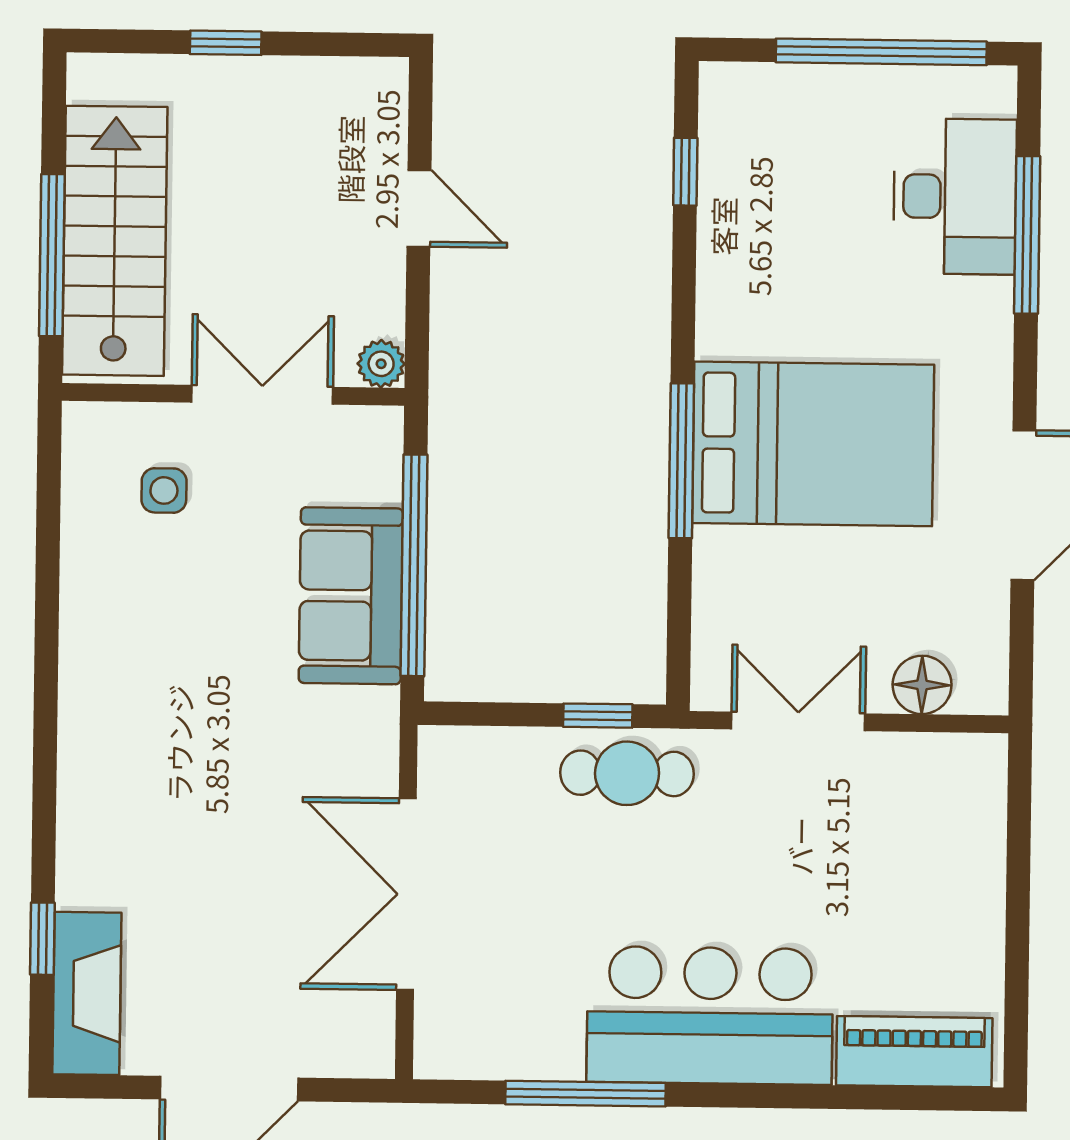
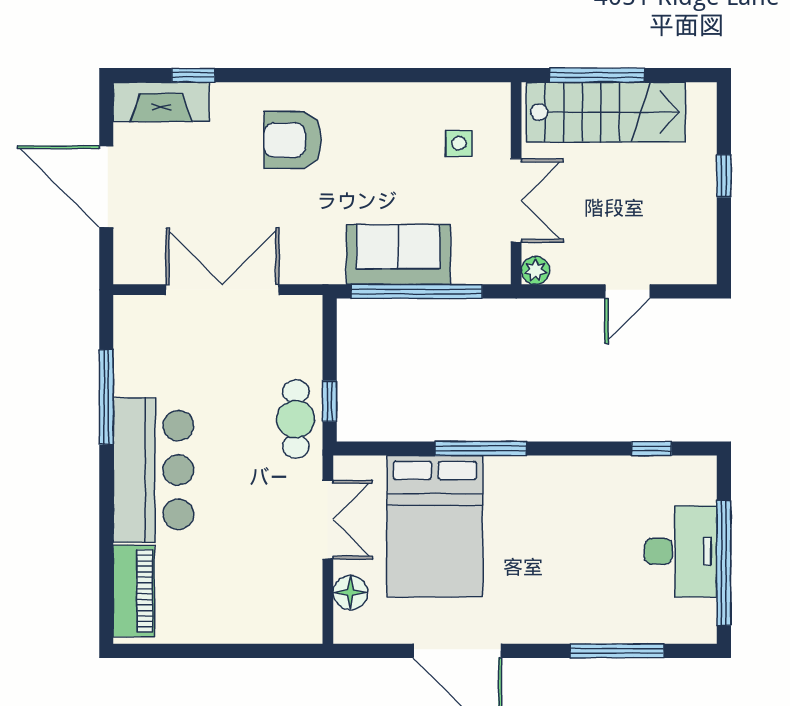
desk: (955, 196) -> (681, 551), moved, turned -90
bed: (813, 444) -> (435, 526), moved
armchair: (155, 772) -> (293, 140), added

